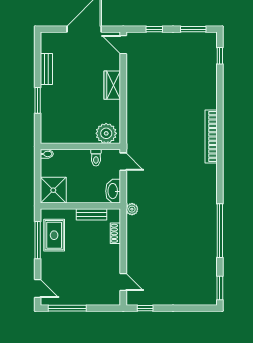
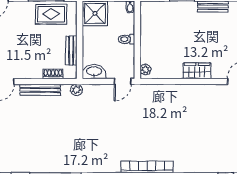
plant: (106, 133) -> (145, 70), width x0.53, depth x0.53
toilet: (96, 158) -> (127, 39), moved
bench: (132, 246) -> (40, 90), added

